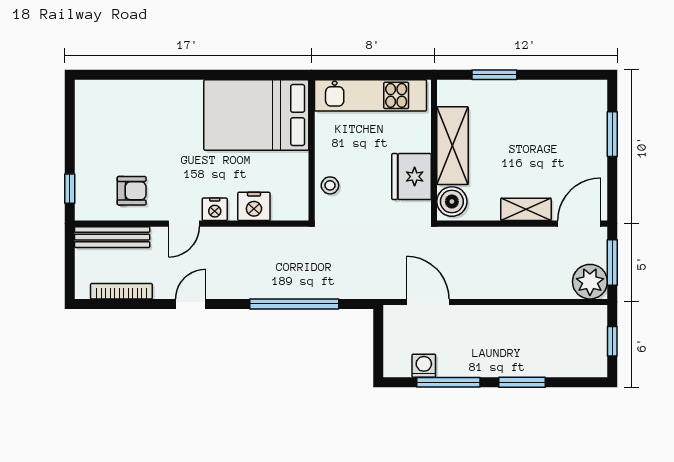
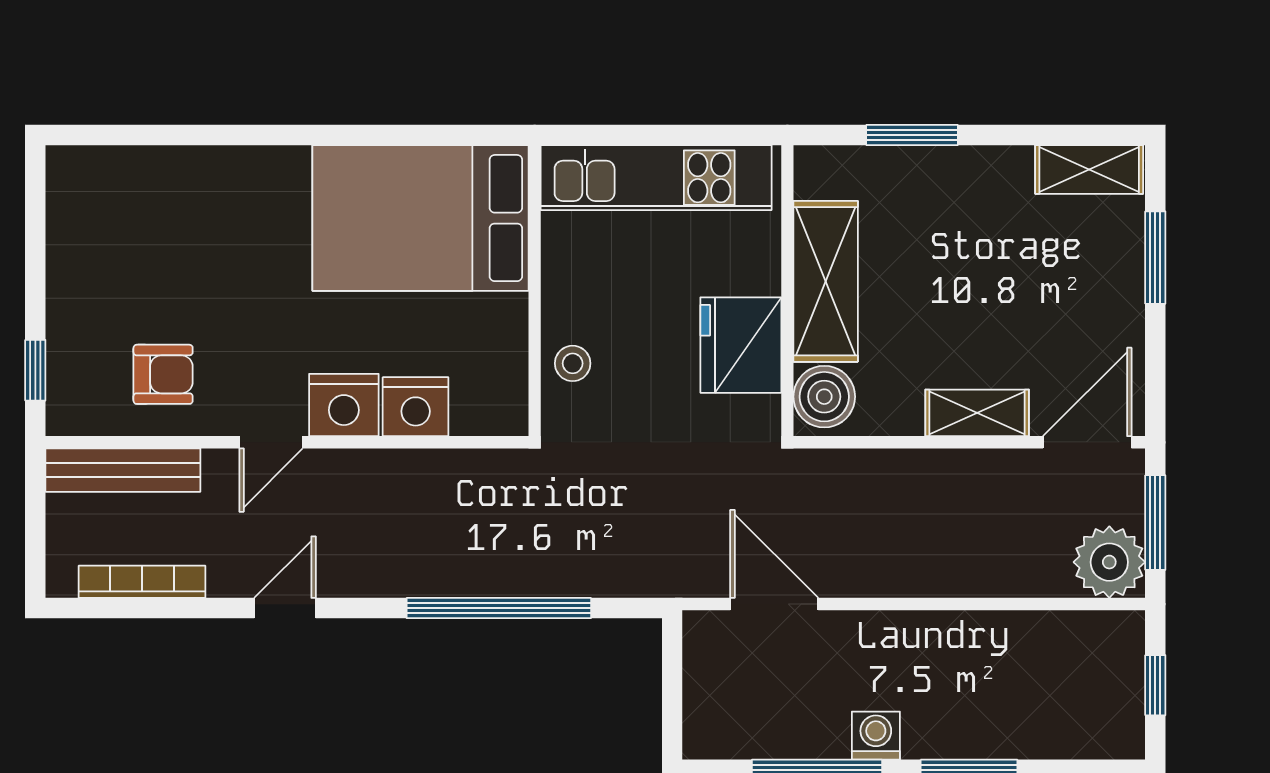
shelving: (580, 91) -> (1089, 169), added
nightstand: (215, 209) -> (344, 405), width x1.36, depth x1.33
washing machine: (424, 366) -> (876, 736), moved

